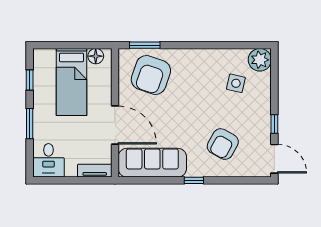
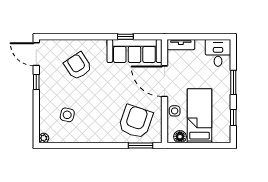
plant: (260, 60) -> (44, 138), width x0.53, depth x0.53
side table: (102, 88) -> (175, 111), added
armchair: (223, 144) -> (78, 66), turned -62
window: (194, 180) -> (125, 37), moved

